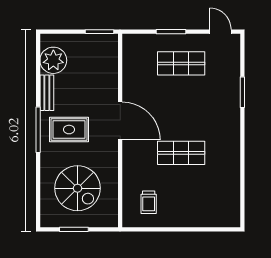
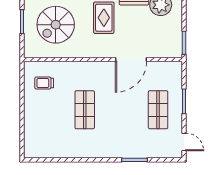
door: (220, 32) -> (184, 142), hinge flipped
door: (120, 121) -> (131, 60), moved

